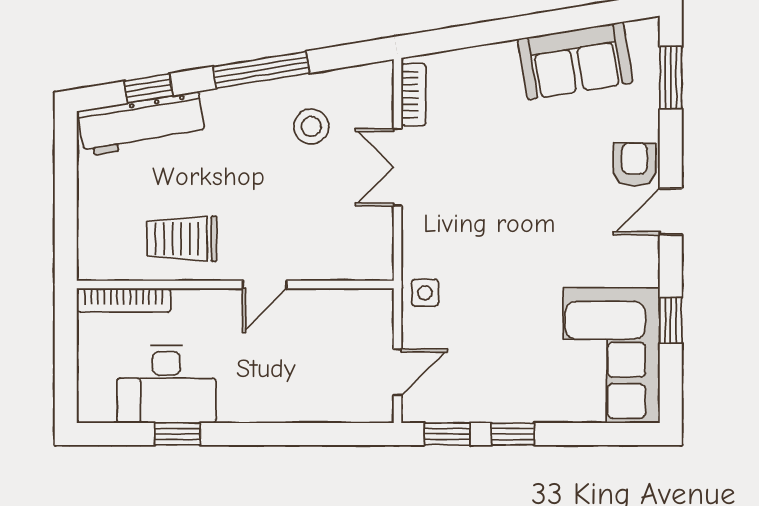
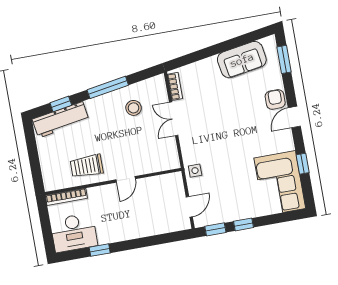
desk: (166, 384) -> (74, 233), moved

